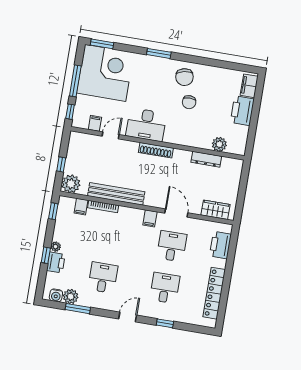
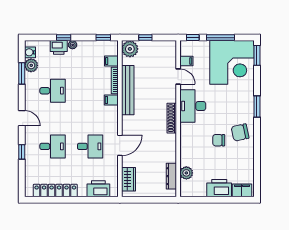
dresser: (206, 159) -> (171, 176), moved
filing cabinet: (150, 218) -> (111, 100), moved

